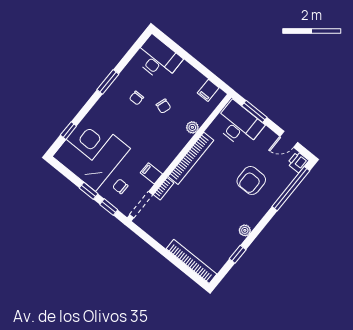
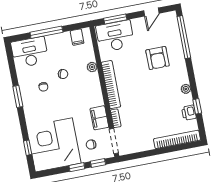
window: (189, 59) -> (46, 32), added
printer: (298, 162) -> (189, 113), moved
filing cabinet: (151, 173) -> (99, 118), width x2.00

